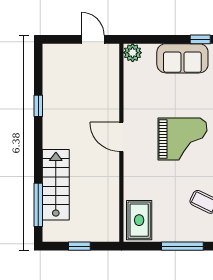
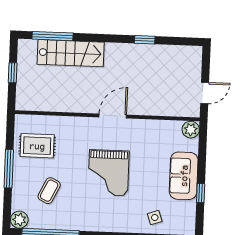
rug: (139, 220) -> (37, 146), moved

